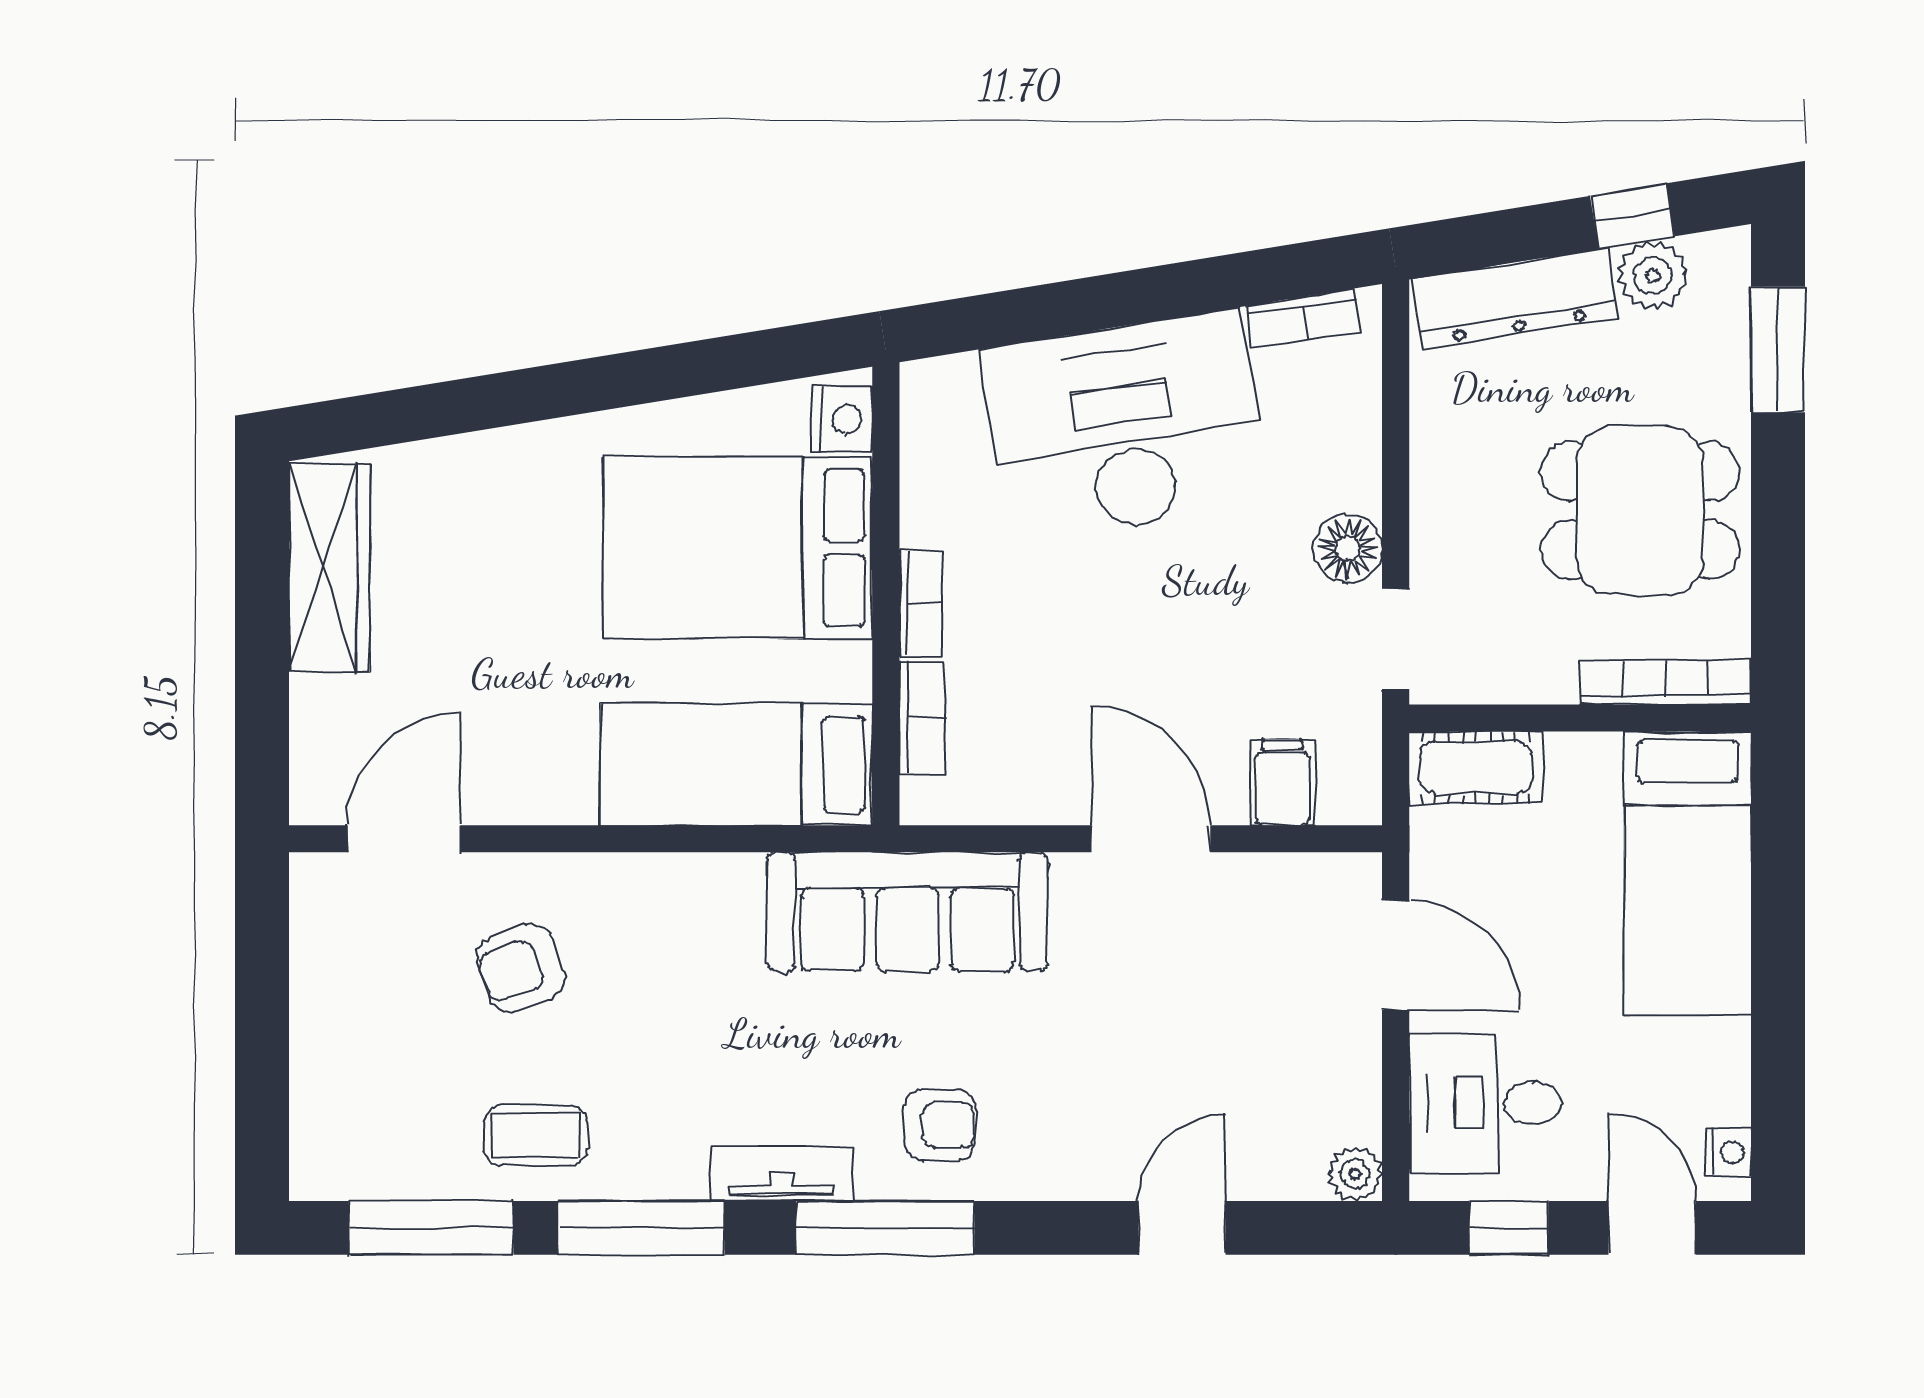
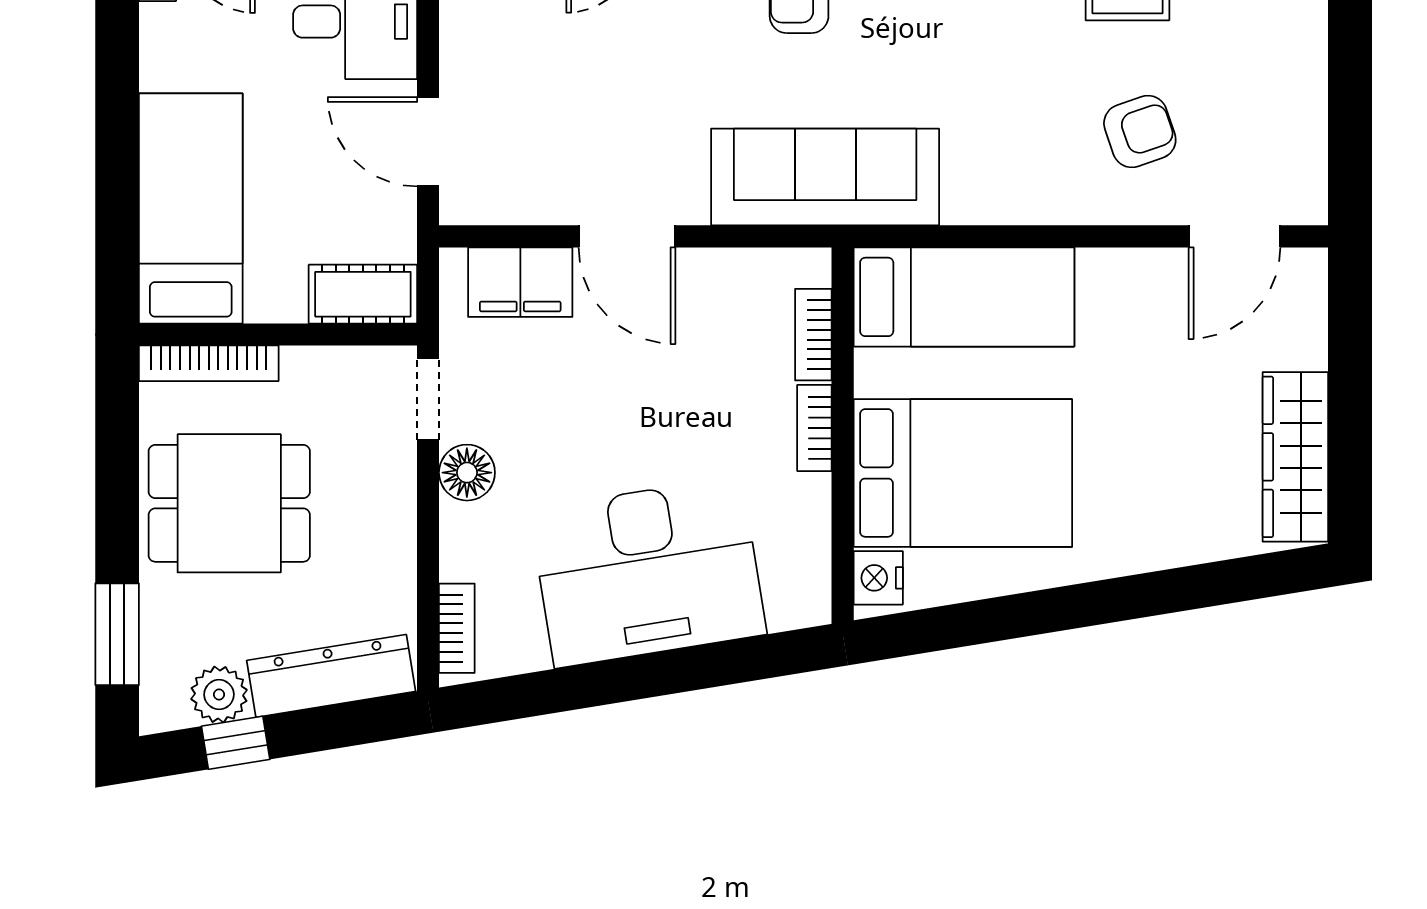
bookcase: (1303, 319) -> (457, 628), moved, turned 99
filing cabinet: (1282, 783) -> (520, 282), width x2.00

